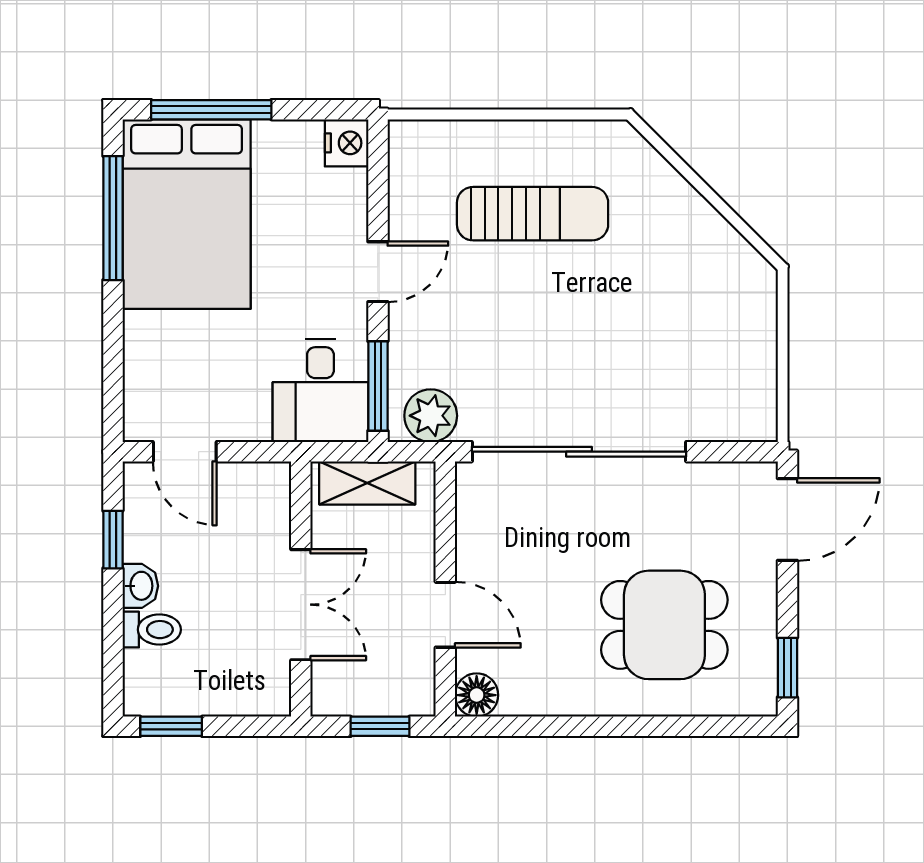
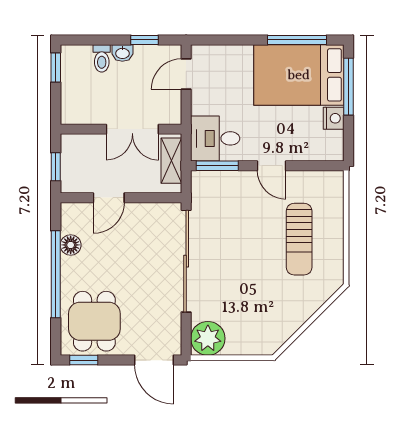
nightstand: (347, 143) -> (334, 118), moved, turned -90
plant: (431, 416) -> (208, 338), moved, width x1.36, depth x1.36
double door: (301, 605) -> (132, 129), moved
dining table: (664, 625) -> (94, 321), moved
floor lamp: (477, 695) -> (71, 245), moved
window: (607, 726) -> (56, 274), added

